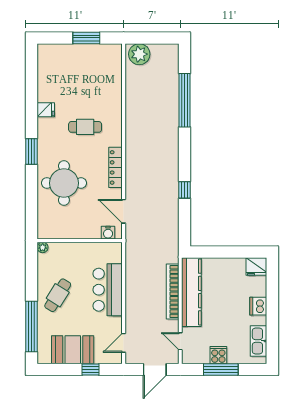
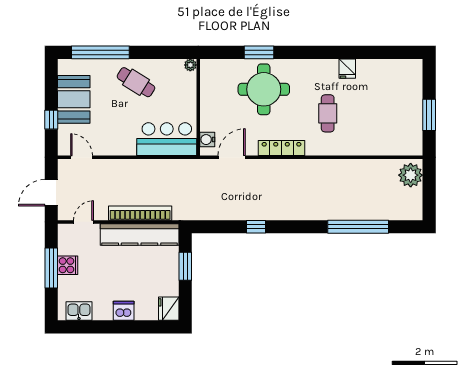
window: (32, 152) -> (259, 52), moved
window: (219, 252) -> (185, 266), added
bar counter: (108, 290) -> (167, 139), moved
kitchen sink: (259, 341) -> (79, 311), width x0.73
door: (155, 370) -> (51, 193), hinge flipped

